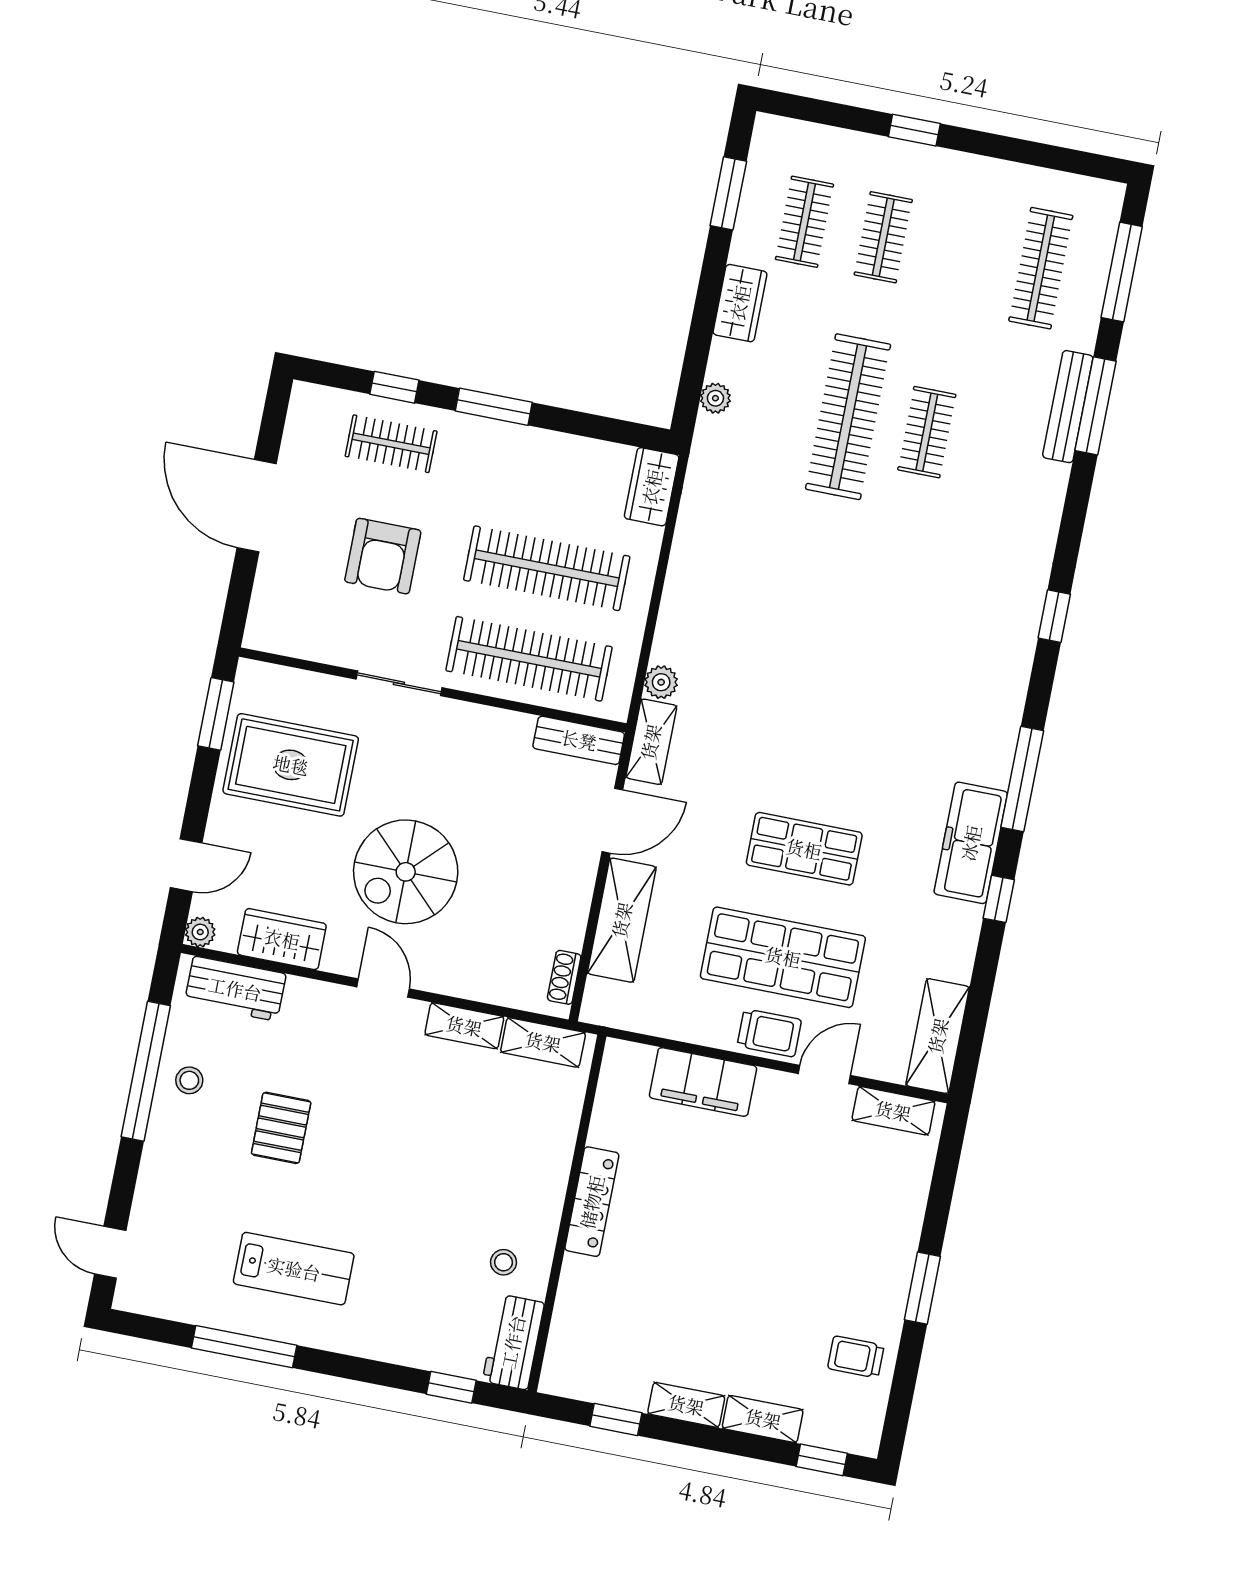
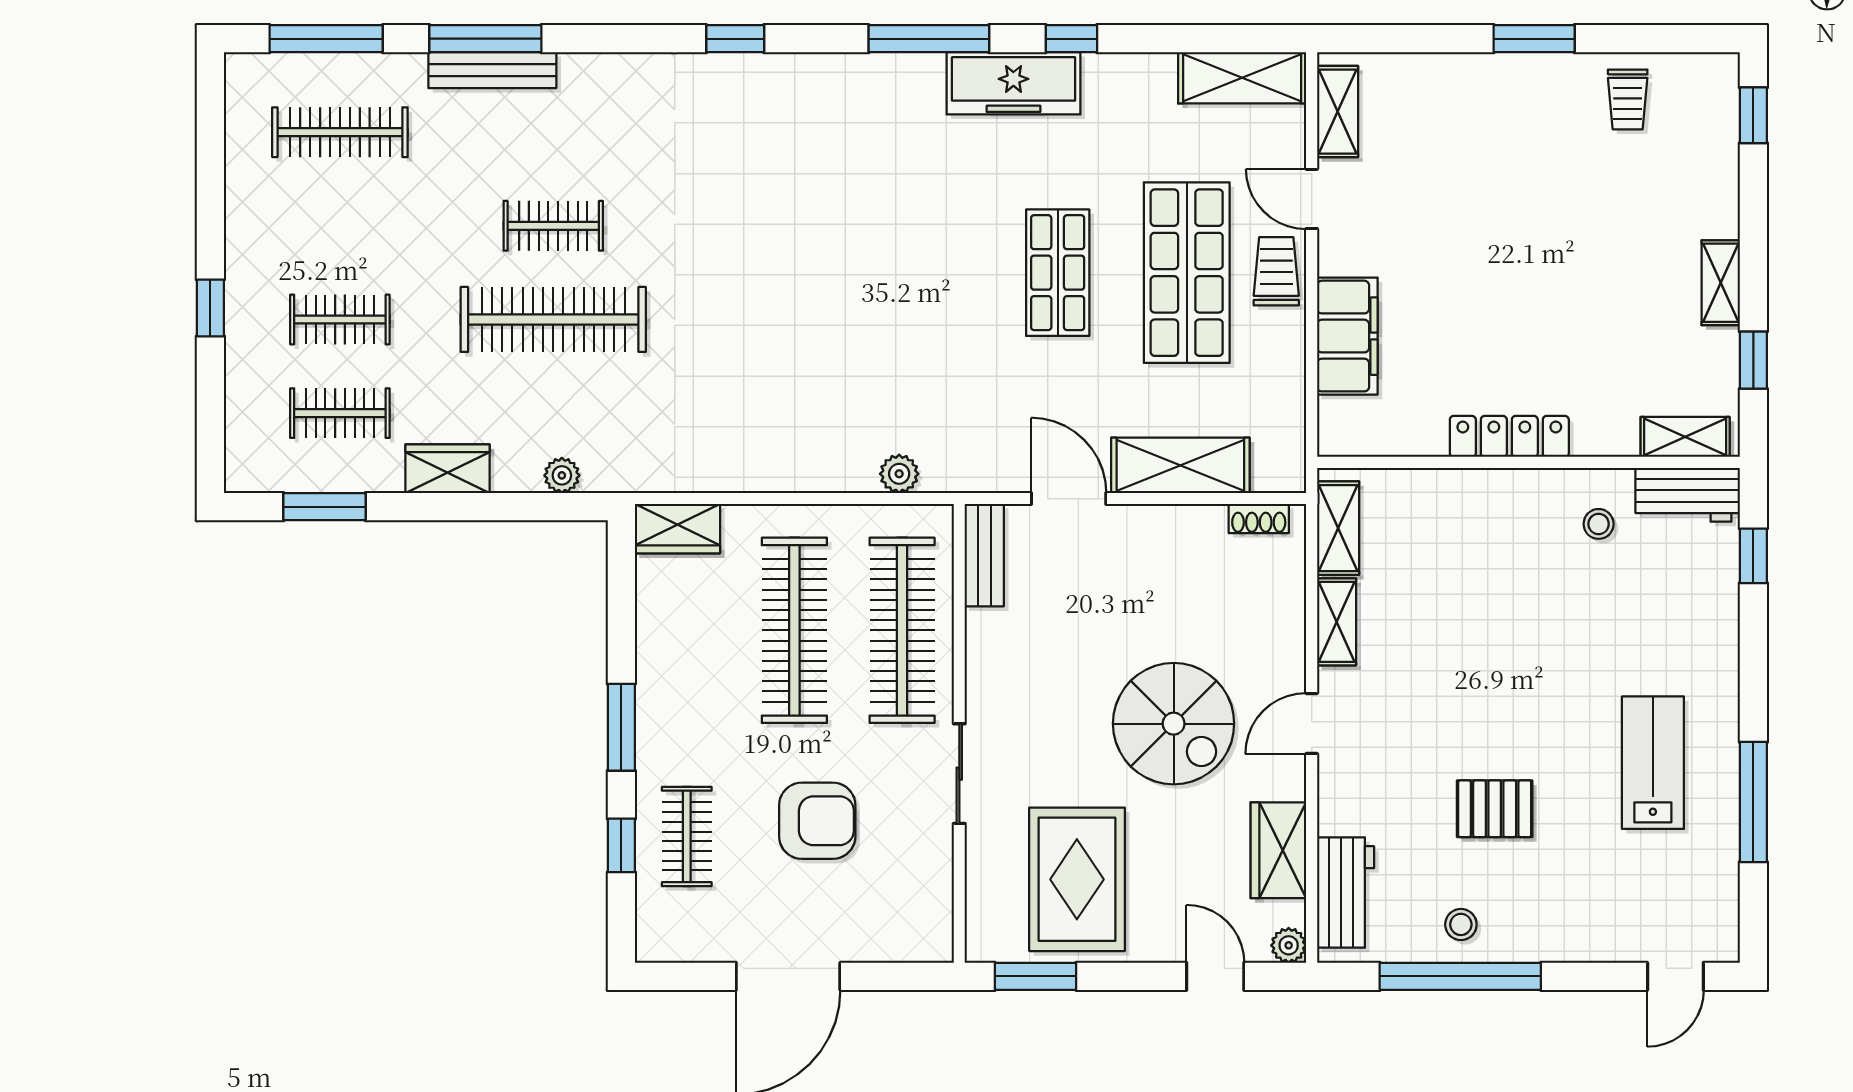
shelving: (651, 742) -> (970, 472), removed
shelving: (763, 1419) -> (1685, 437), moved, turned 90

